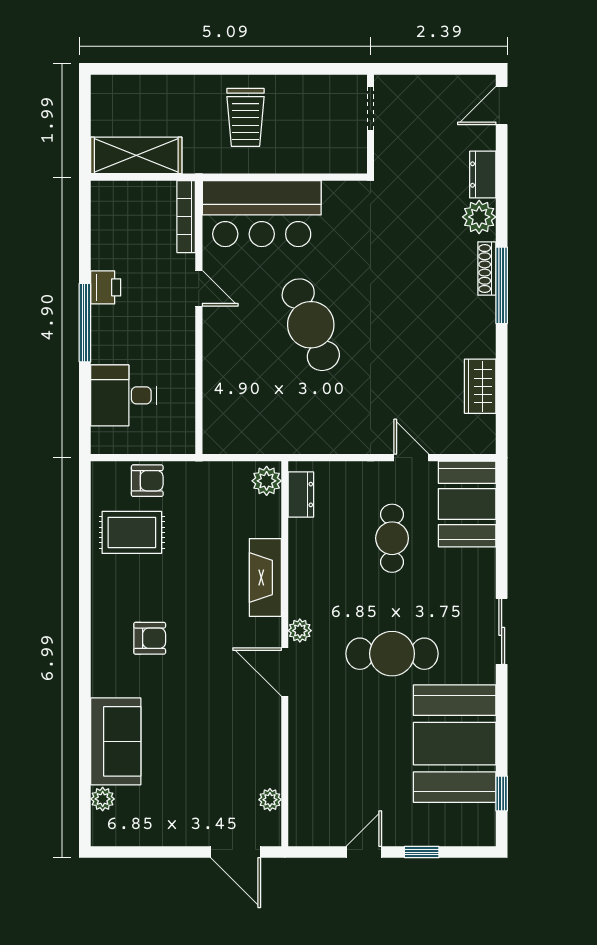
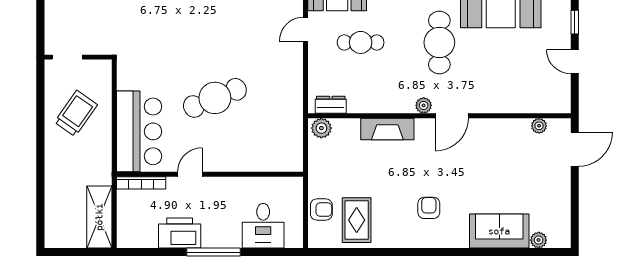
trolley: (245, 117) -> (76, 113), moved, turned -55
printer: (106, 287) -> (180, 233), width x1.87, depth x1.48
armchair: (147, 481) -> (321, 210), turned 90

